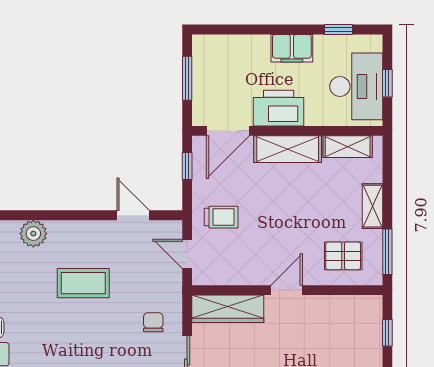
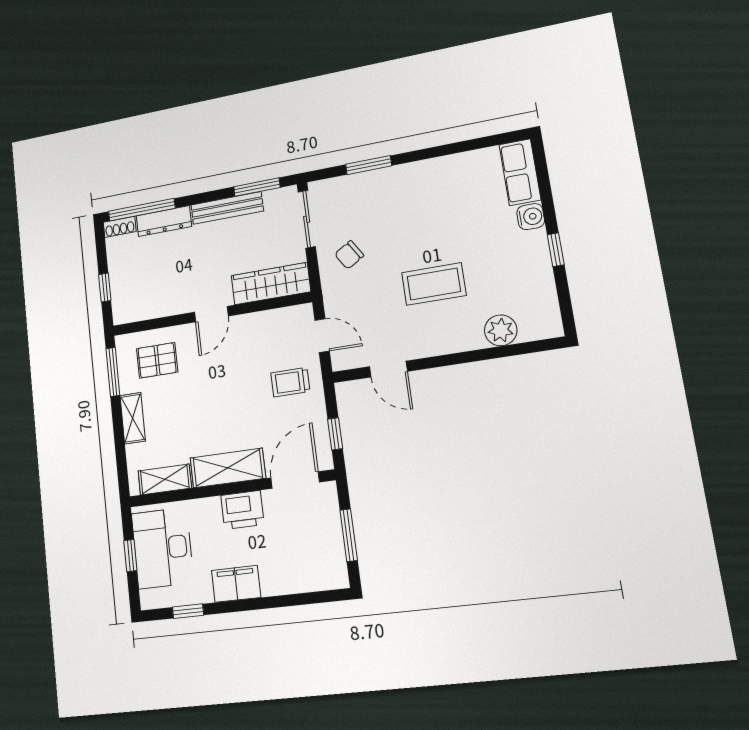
printer: (279, 108) -> (242, 510), width x0.73, depth x0.84
chair: (153, 322) -> (349, 255), turned 58

